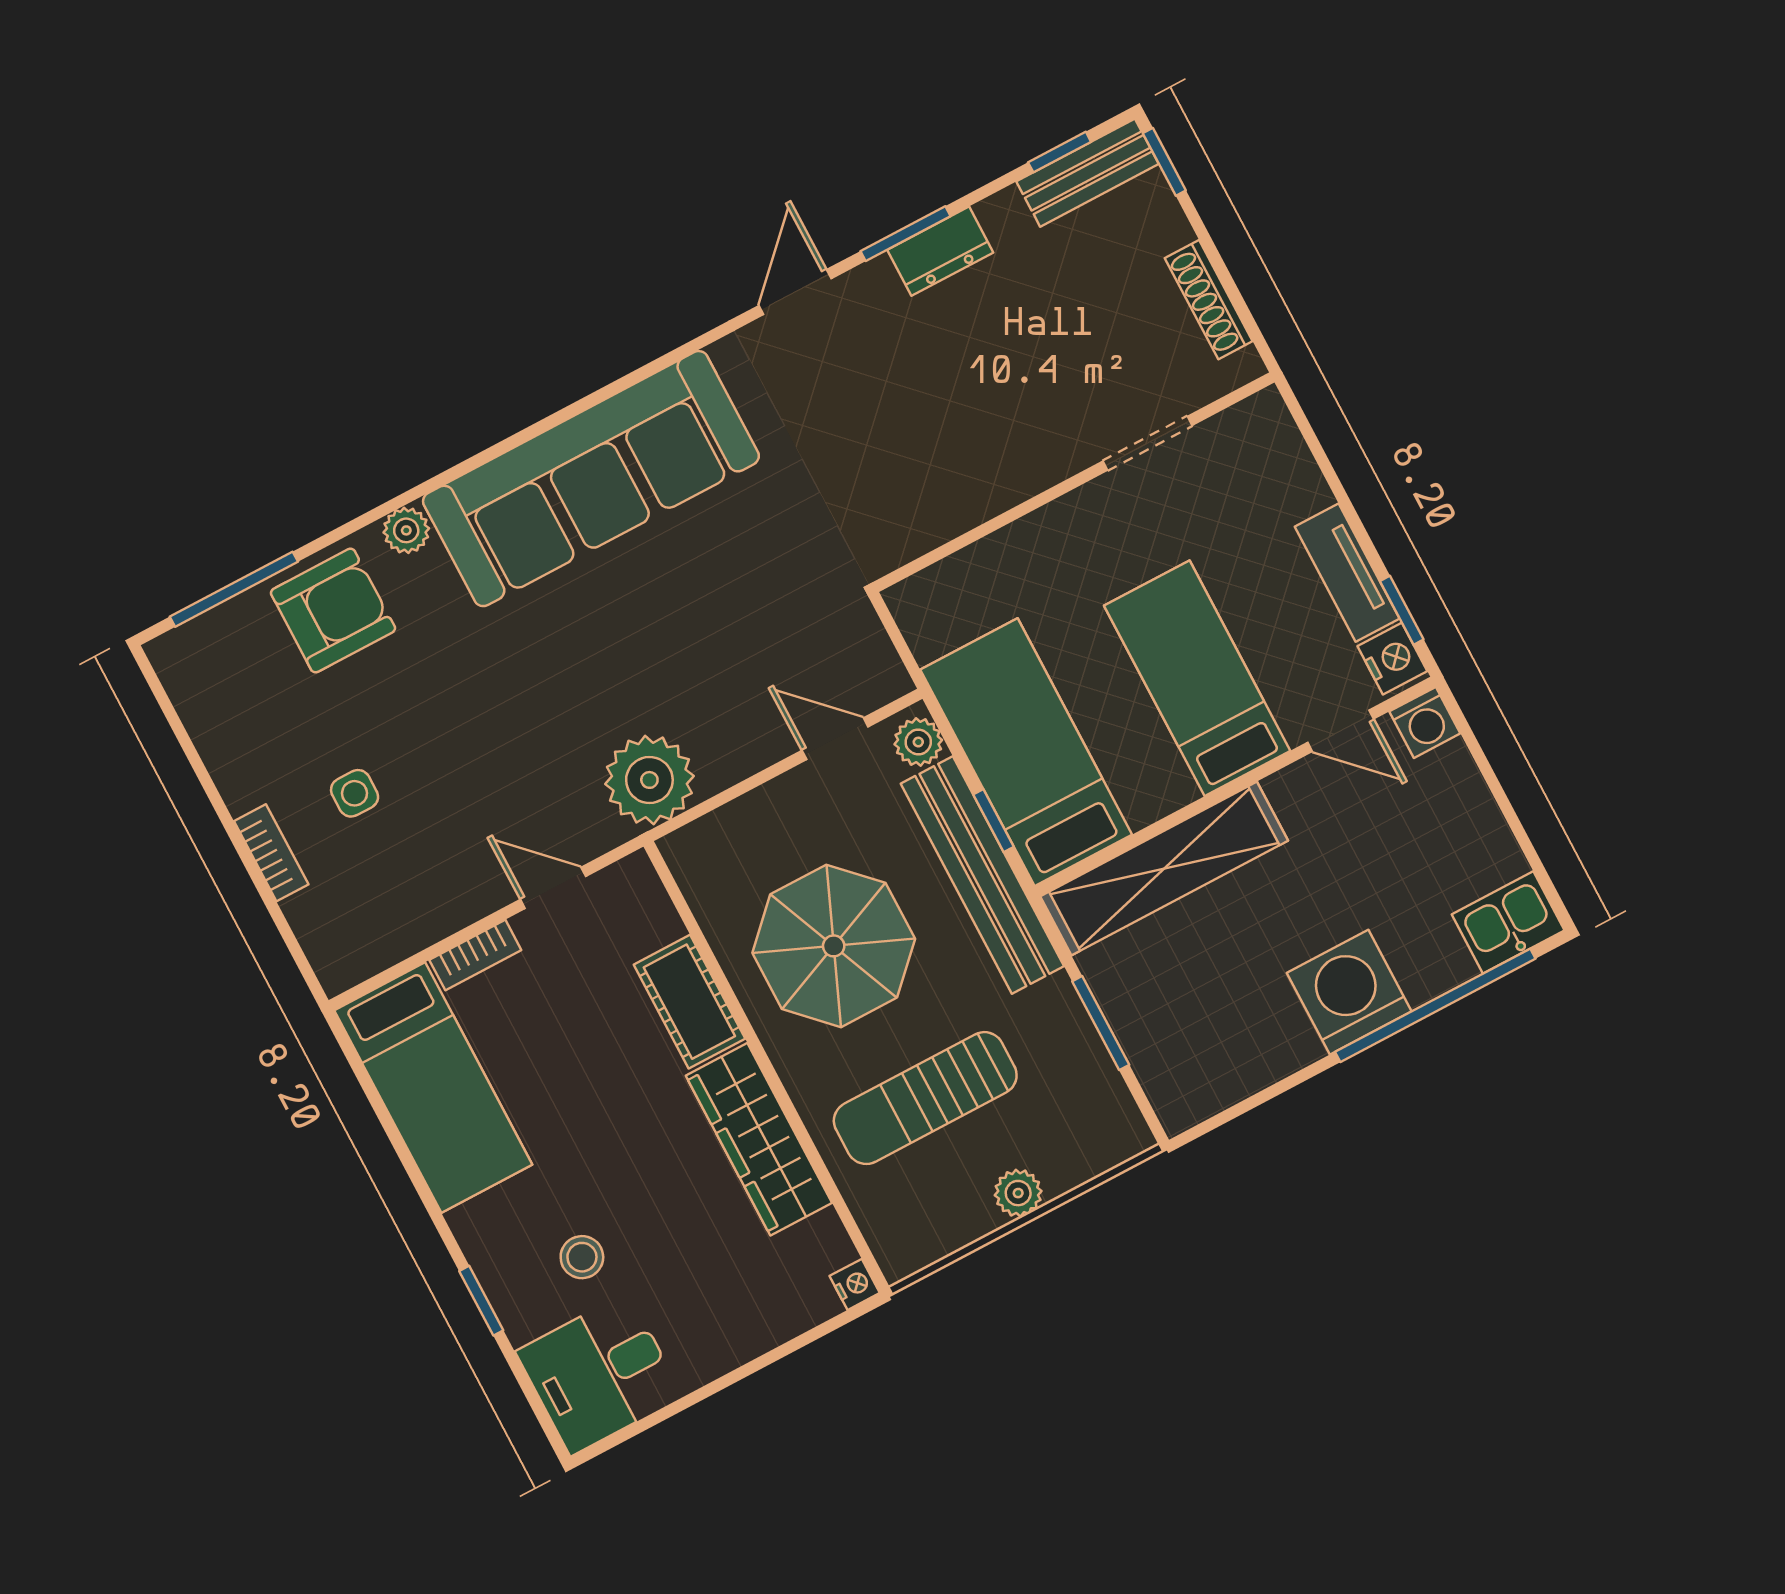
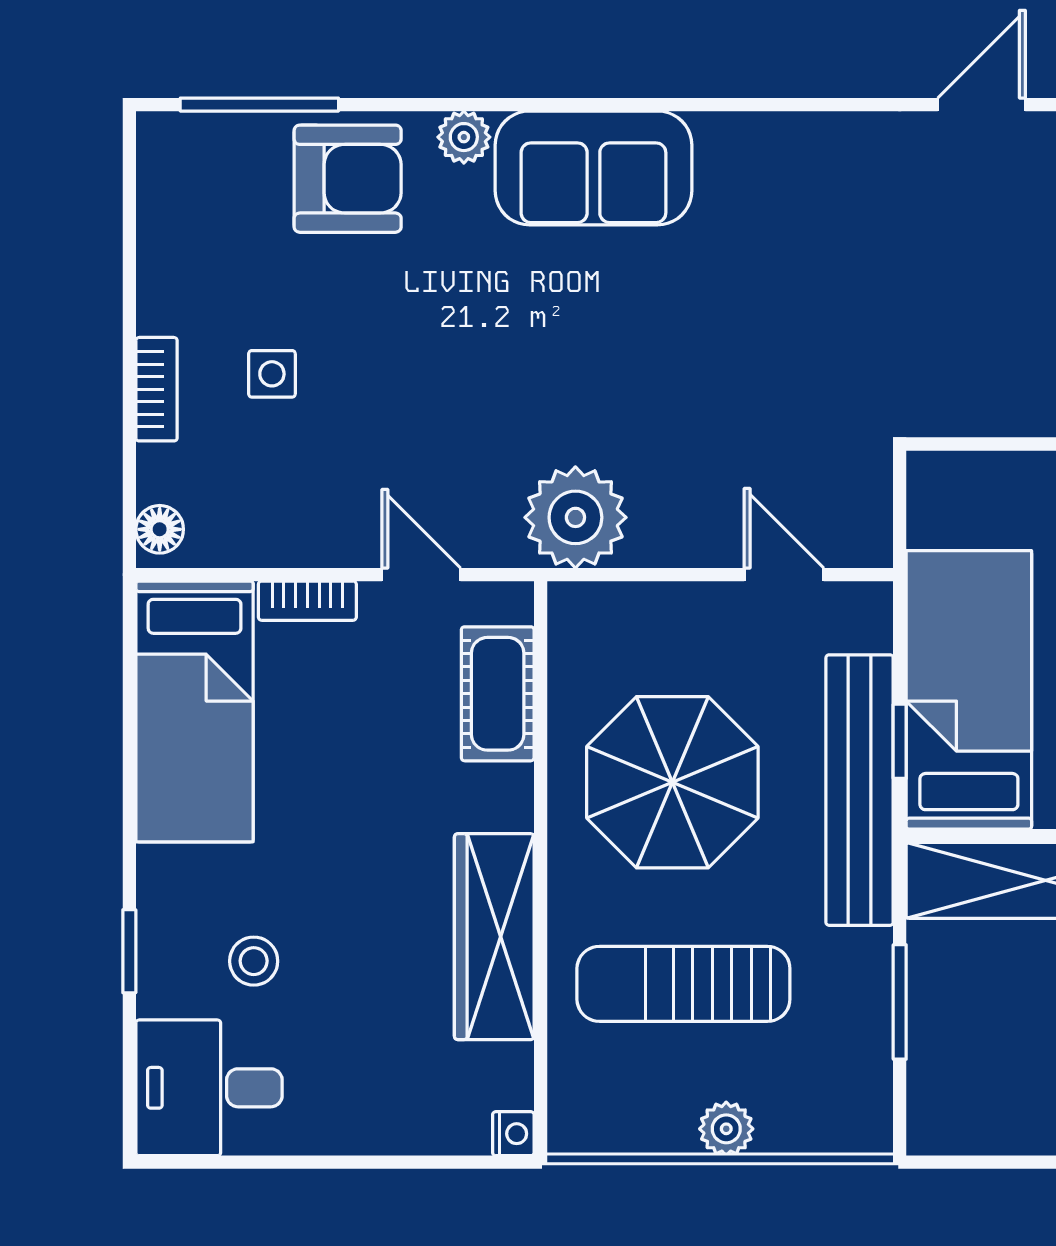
sofa: (591, 479) -> (593, 168), width x0.54, depth x0.79
plant: (918, 742) -> (866, 622), removed
floor lamp: (331, 960) -> (160, 529), added
cot: (689, 1002) -> (498, 694), moved

